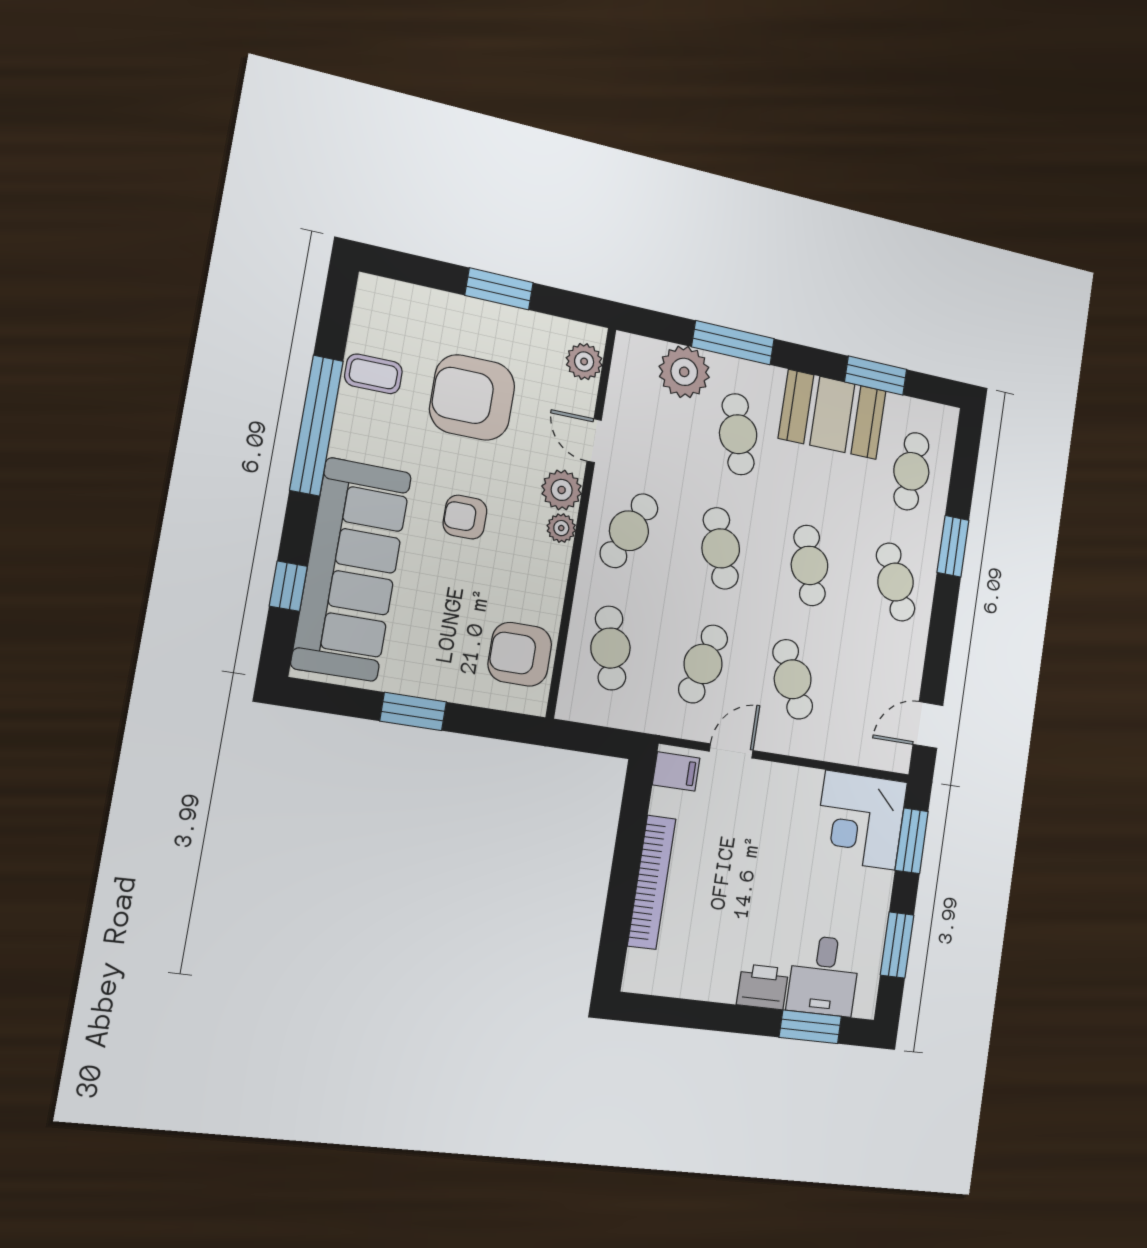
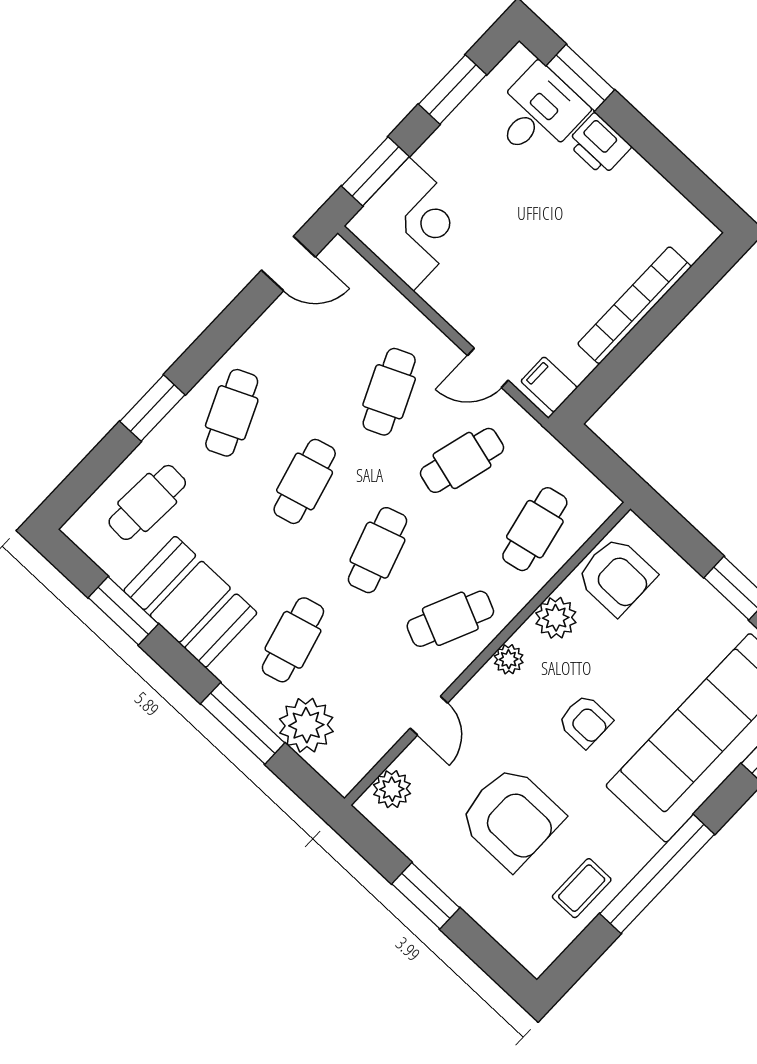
coffee table: (373, 374) -> (582, 888), turned 90
plant: (562, 490) -> (556, 618), moved

